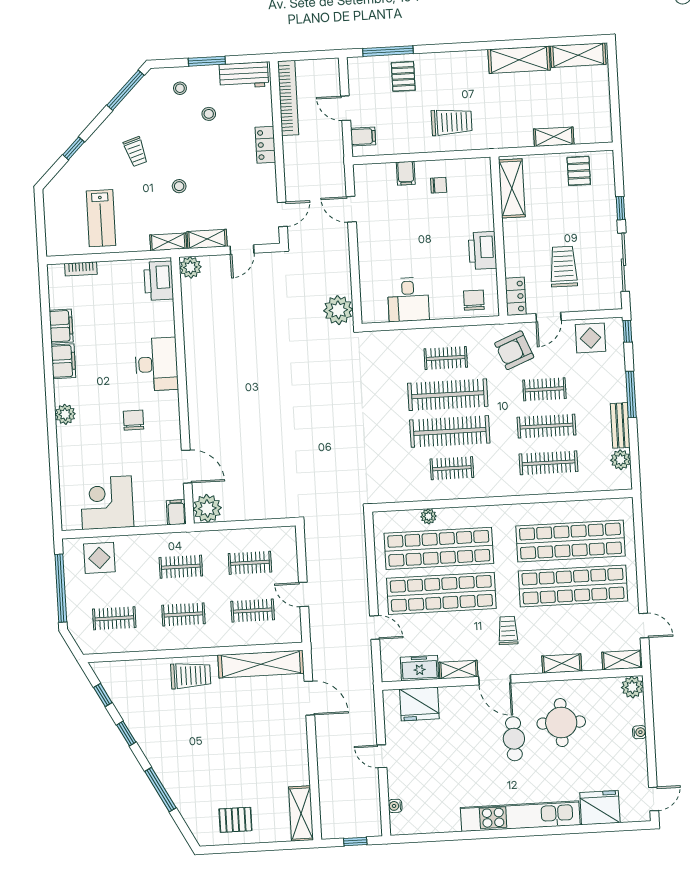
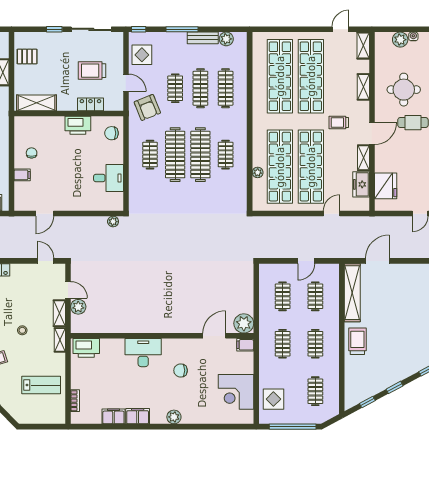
plant: (190, 267) -> (78, 307), moved
locker: (516, 296) -> (90, 104), moved
plant: (338, 310) -> (113, 222), width x0.53, depth x0.53
plant: (632, 687) -> (400, 40), moved

